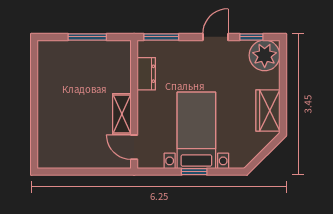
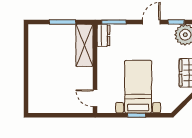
dresser: (146, 74) -> (103, 35), moved
shelving: (122, 114) -> (84, 45), moved, width x1.50, depth x1.33

